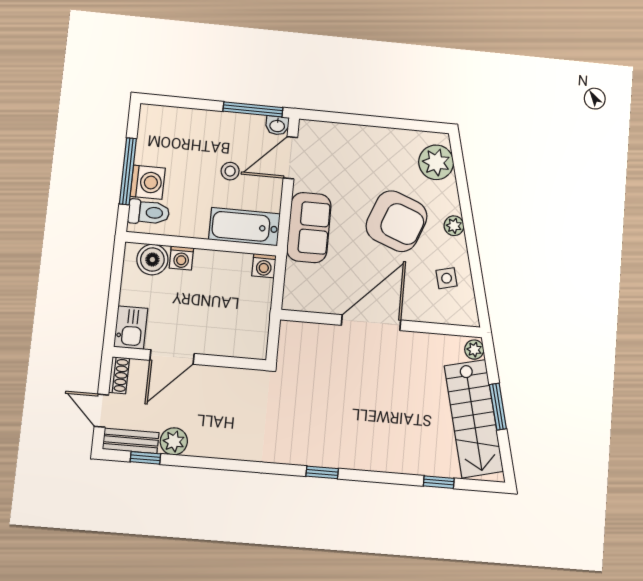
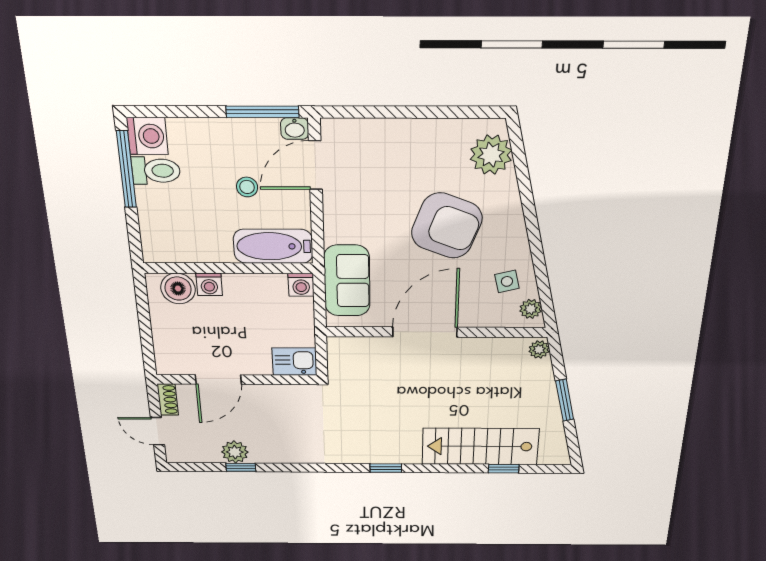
window: (128, 171) -> (126, 169), moved
washing machine: (148, 182) -> (147, 136), moved
toilet: (149, 212) -> (156, 171), moved
plant: (454, 226) -> (531, 309), moved
sofa: (309, 228) -> (347, 281), moved
kitchen sink: (131, 328) -> (294, 362), moved, turned -90
stairs: (474, 418) -> (480, 446), moved, turned 104
bench: (131, 441) -> (192, 454), removed
window: (145, 458) -> (241, 467), moved

